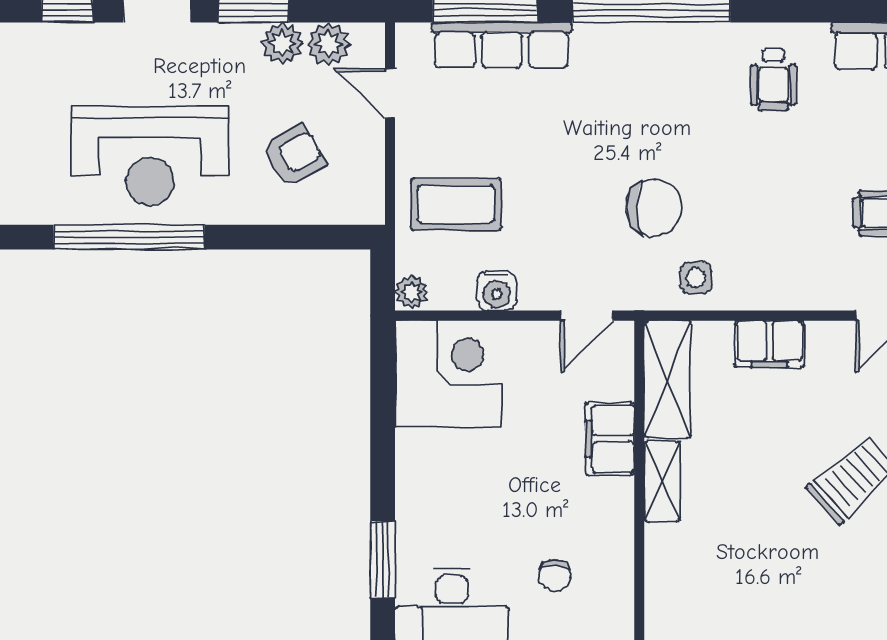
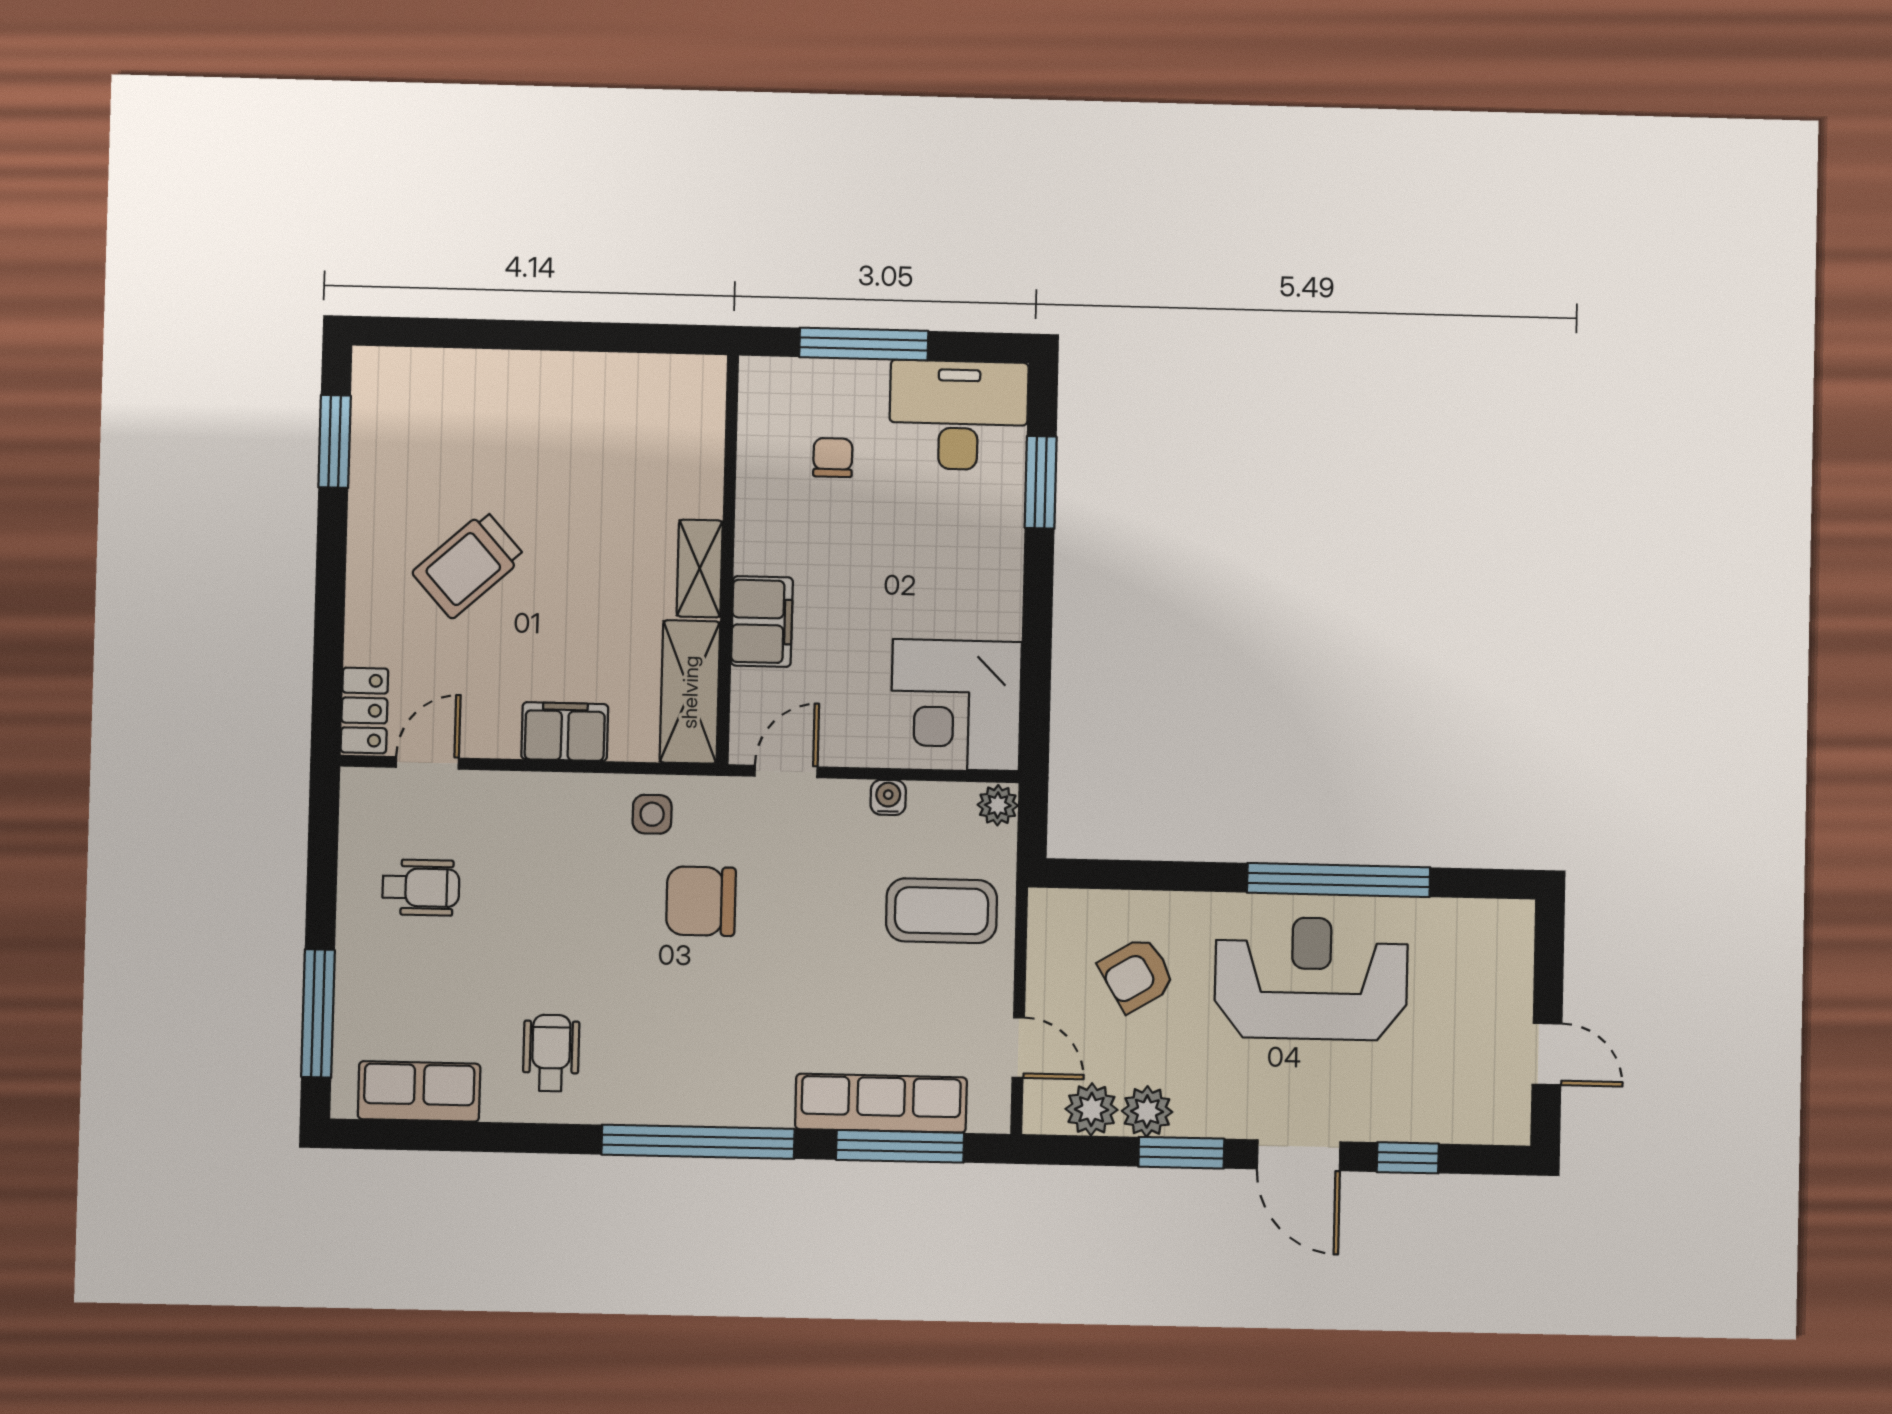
water cooler: (497, 291) -> (888, 797), width x0.72, depth x0.72

